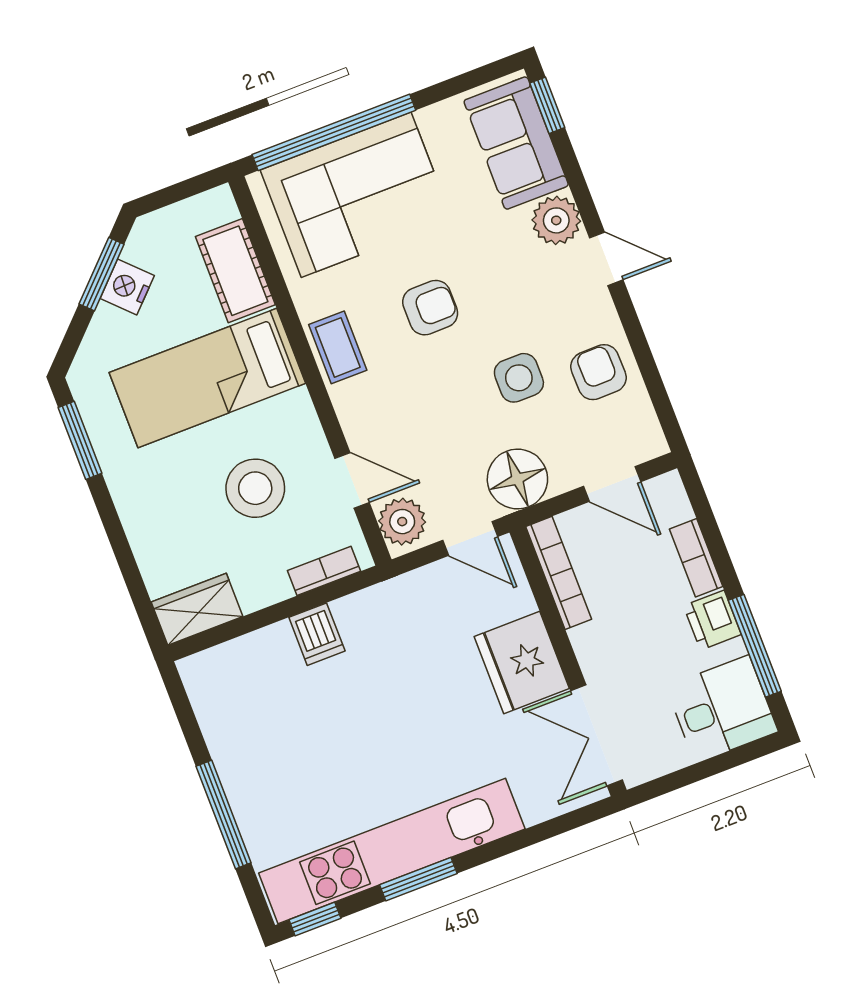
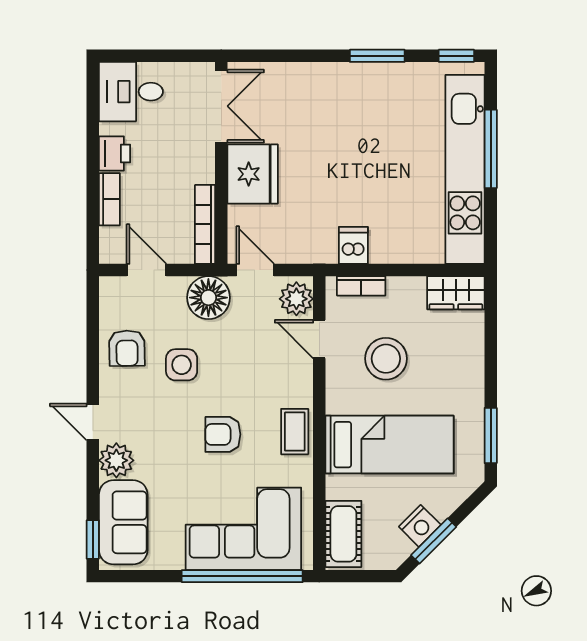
cot: (235, 271) -> (343, 534), moved
dishwasher: (317, 634) -> (353, 245), moved
window: (755, 646) -> (93, 125), removed
kitchen unit: (392, 851) -> (465, 169), moved, turned 90

